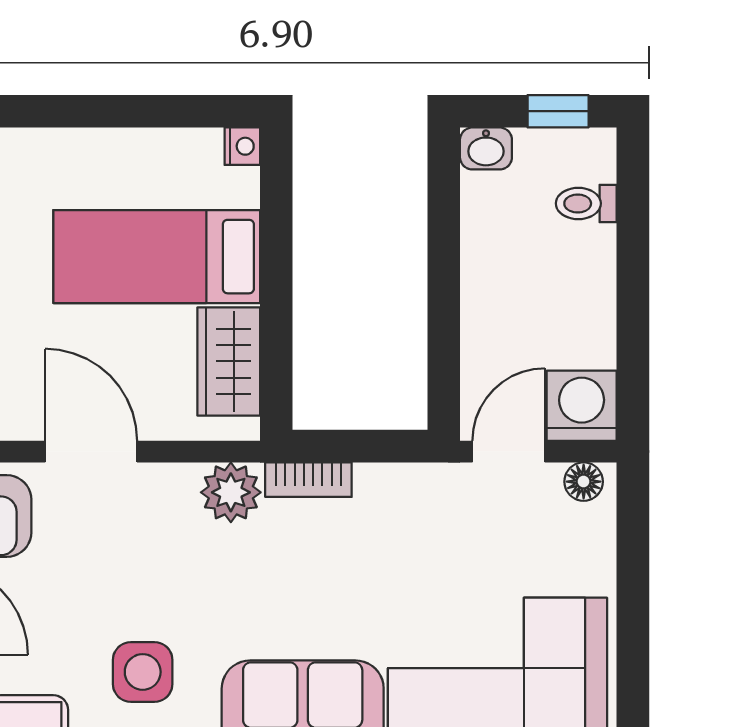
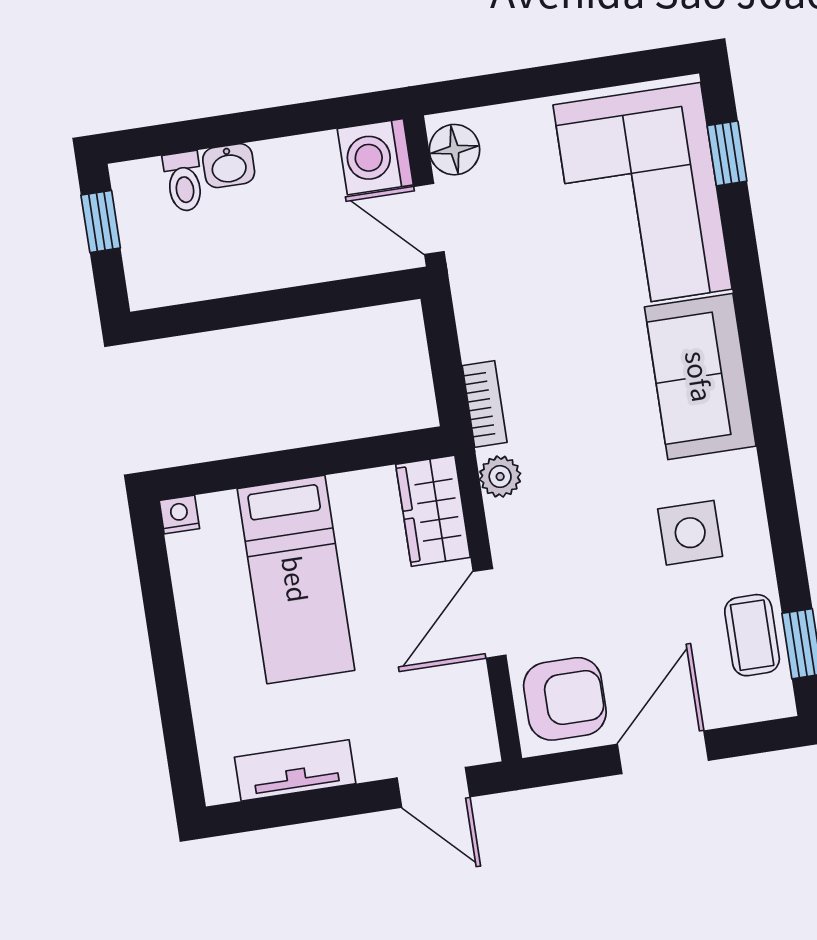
washbasin: (486, 148) -> (229, 166), moved, turned 90
wardrobe: (229, 361) -> (433, 511), moved, turned 90
floor lamp: (584, 482) -> (454, 150), width x1.37, depth x1.37
plant: (231, 492) -> (500, 477), width x0.73, depth x0.73

